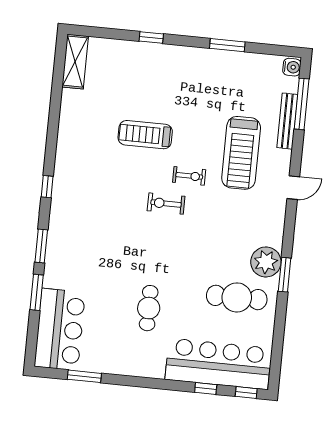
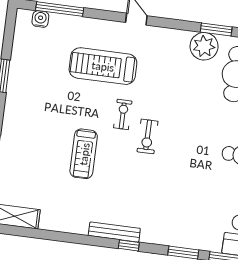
water cooler: (292, 67) -> (40, 19), moved
bench: (287, 121) -> (114, 232), moved
treadmill: (241, 153) -> (103, 66), turned 180

